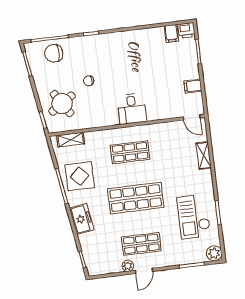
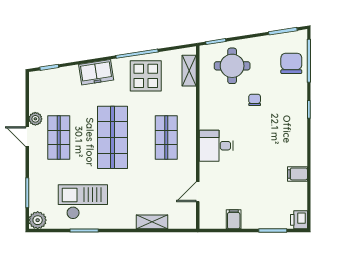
filing cabinet: (171, 33) -> (297, 174), moved
round table: (62, 104) -> (232, 66), turned 33
door: (192, 117) -> (198, 192), moved

